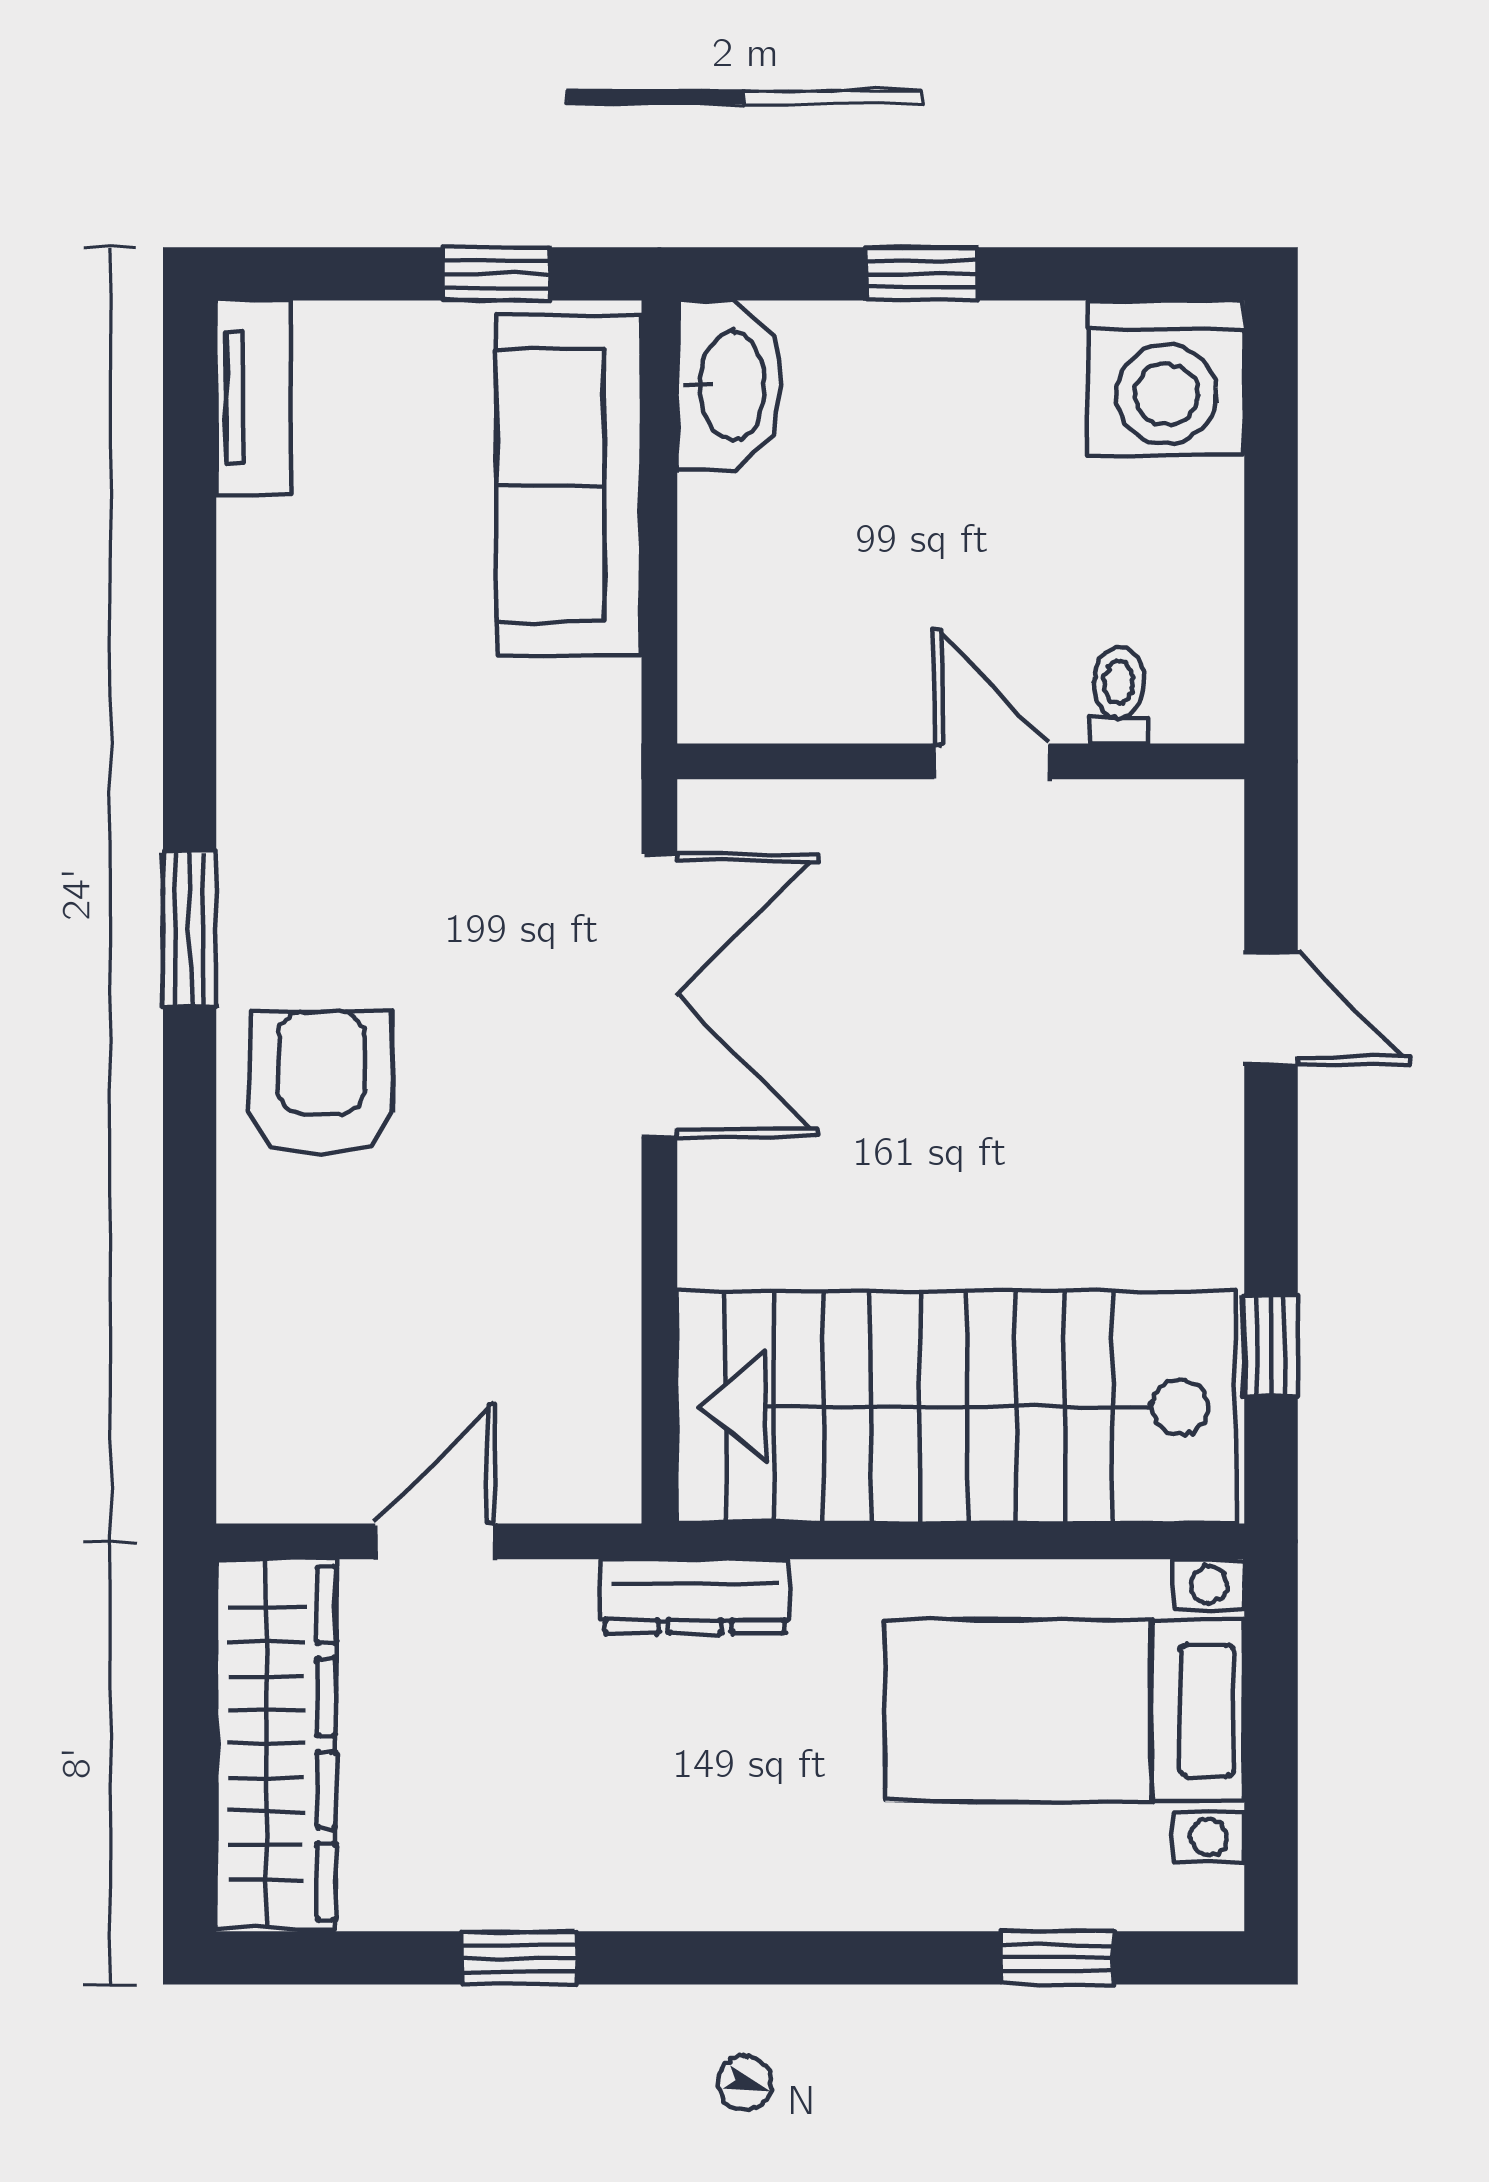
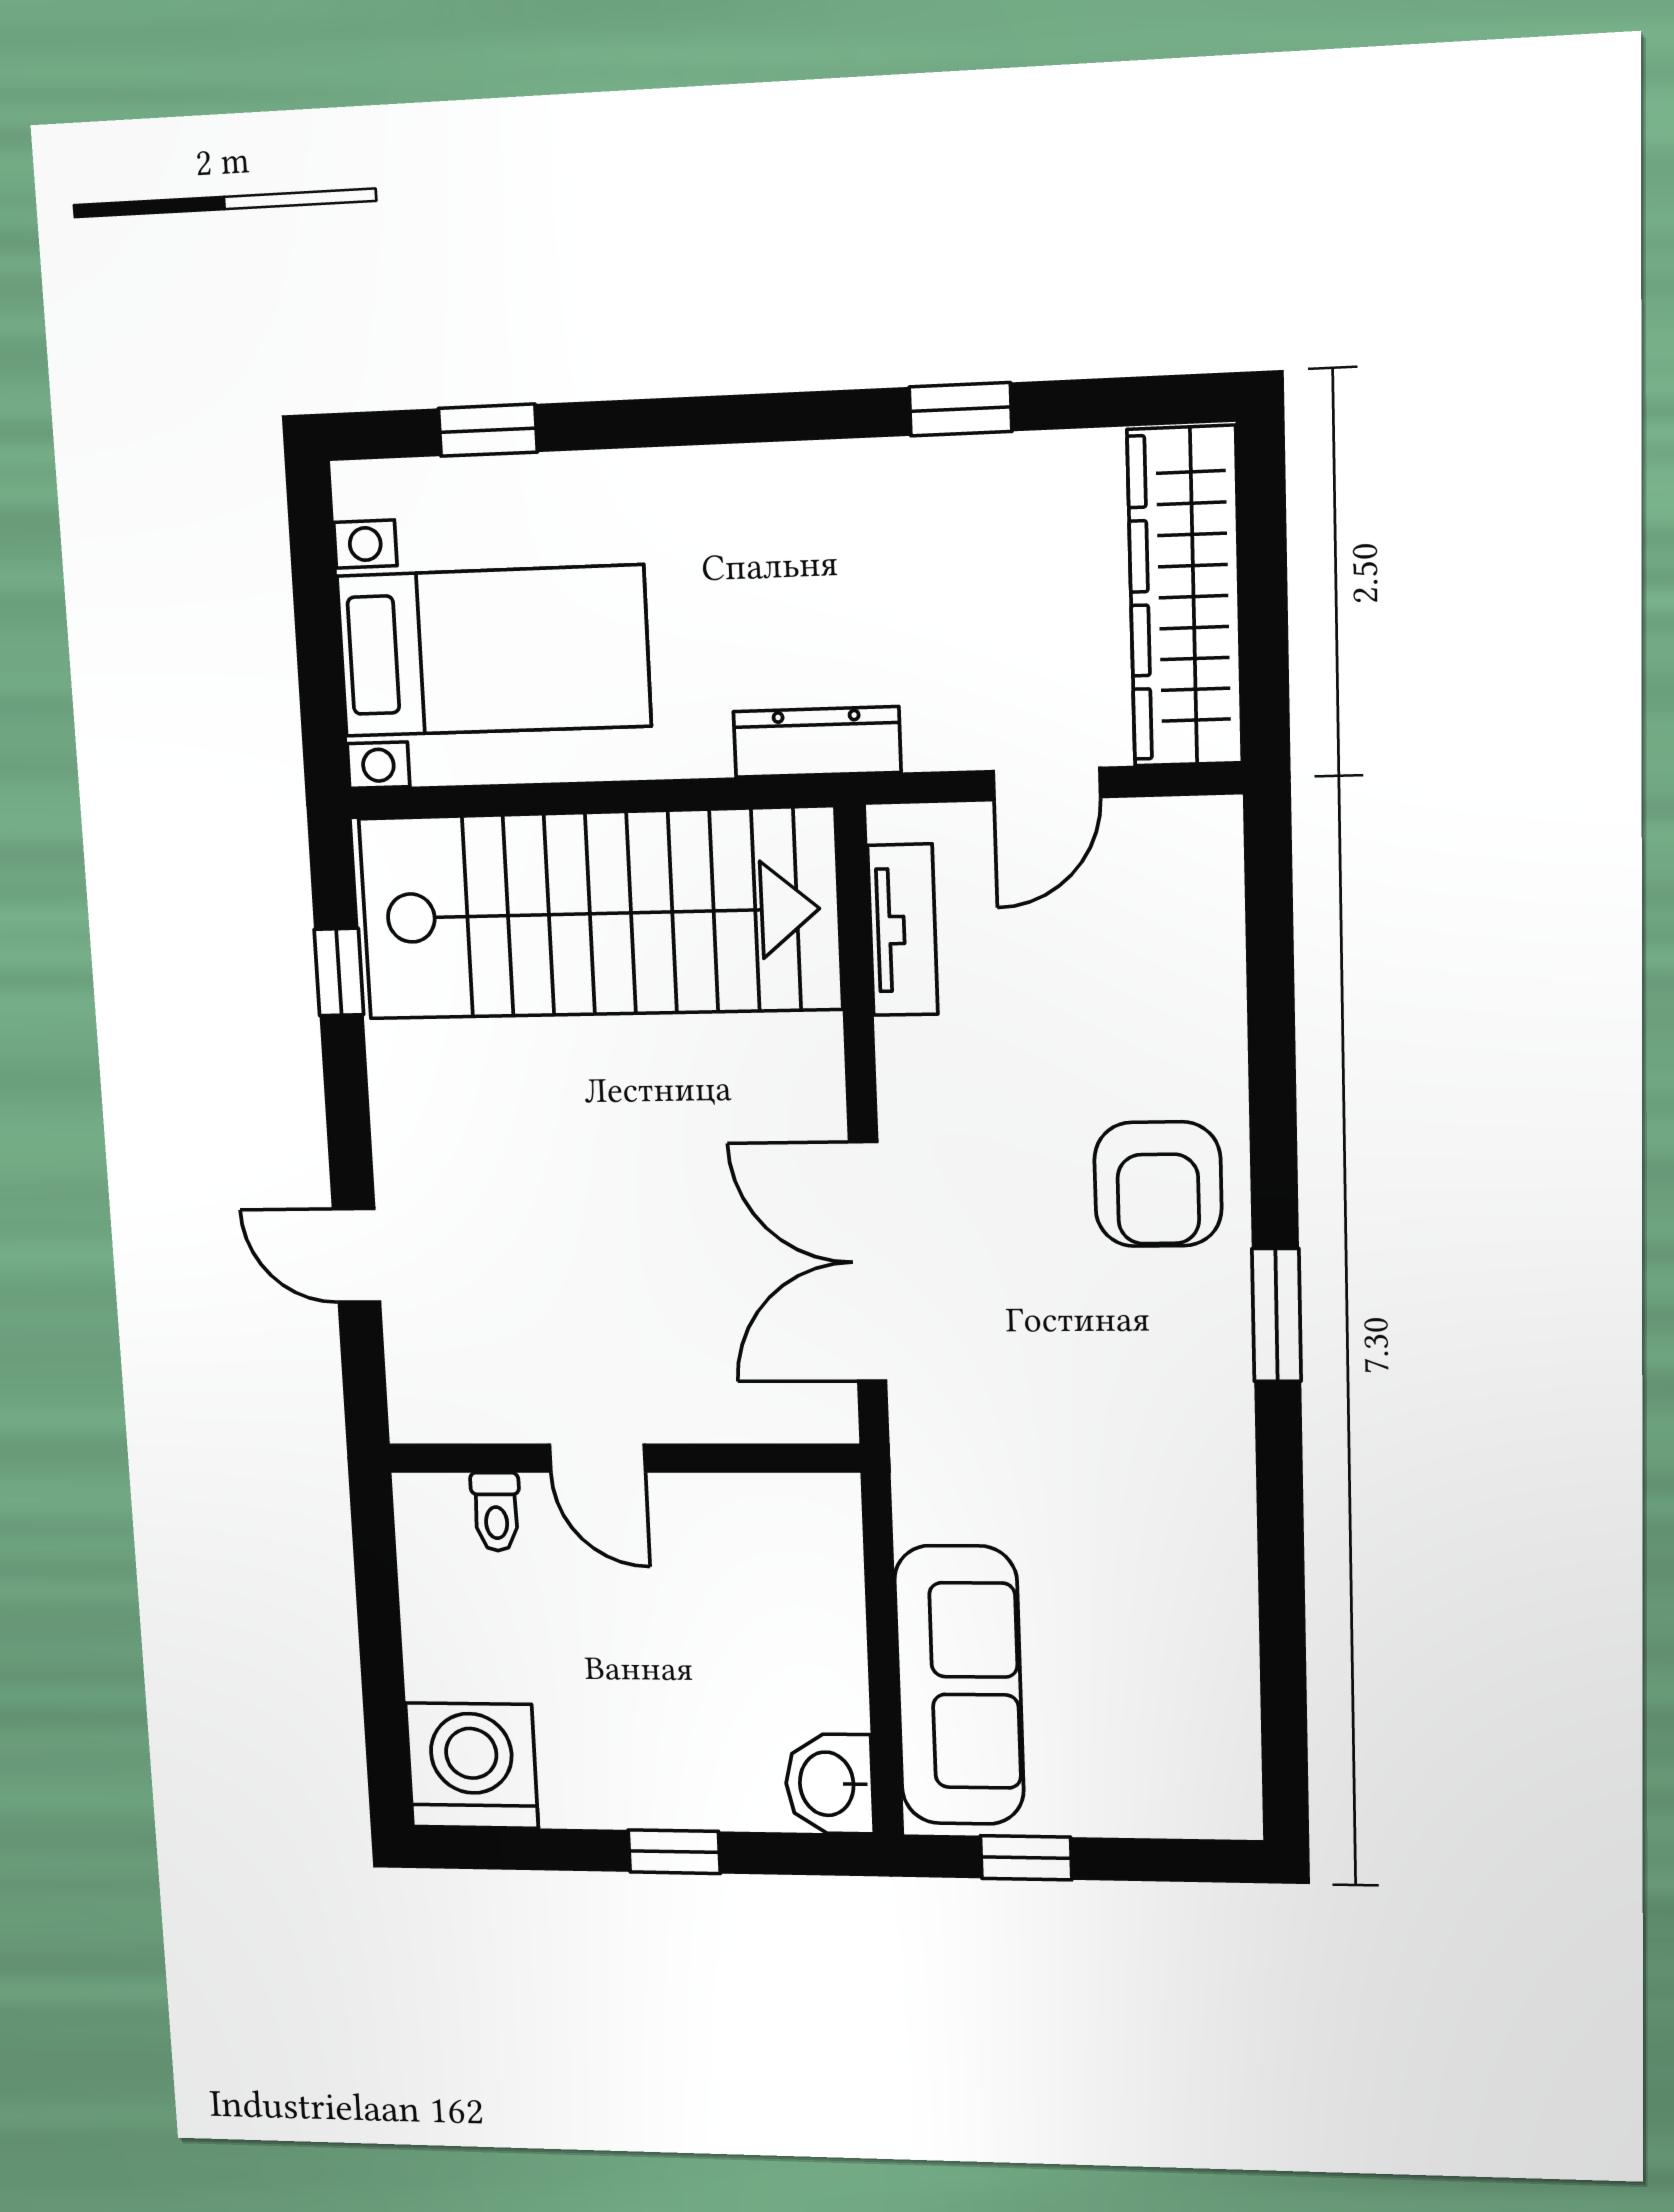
washbasin: (729, 386) -> (829, 1784), width x0.72
tv unit: (253, 398) -> (903, 930), moved, turned 180

